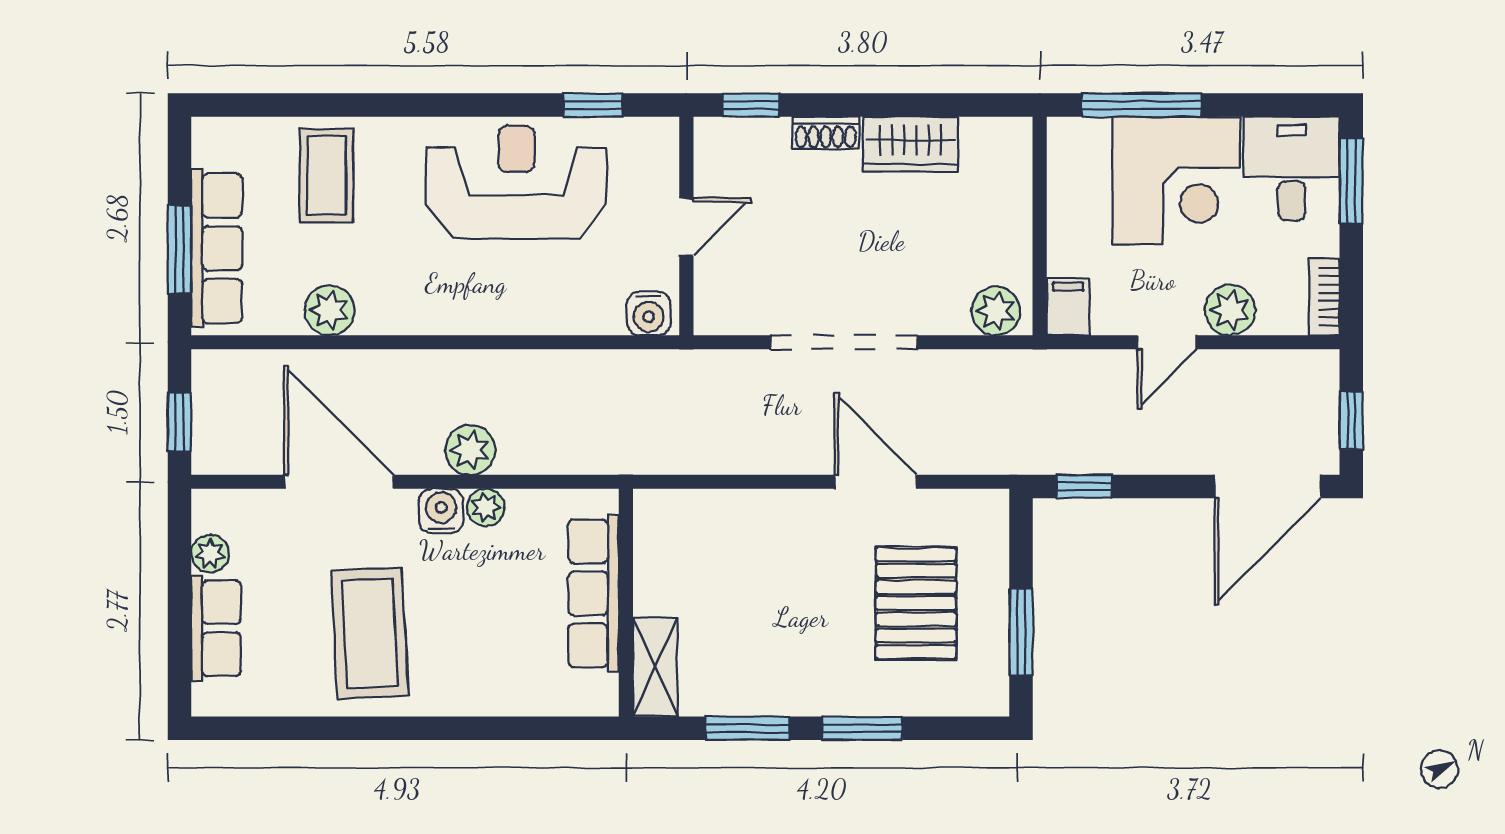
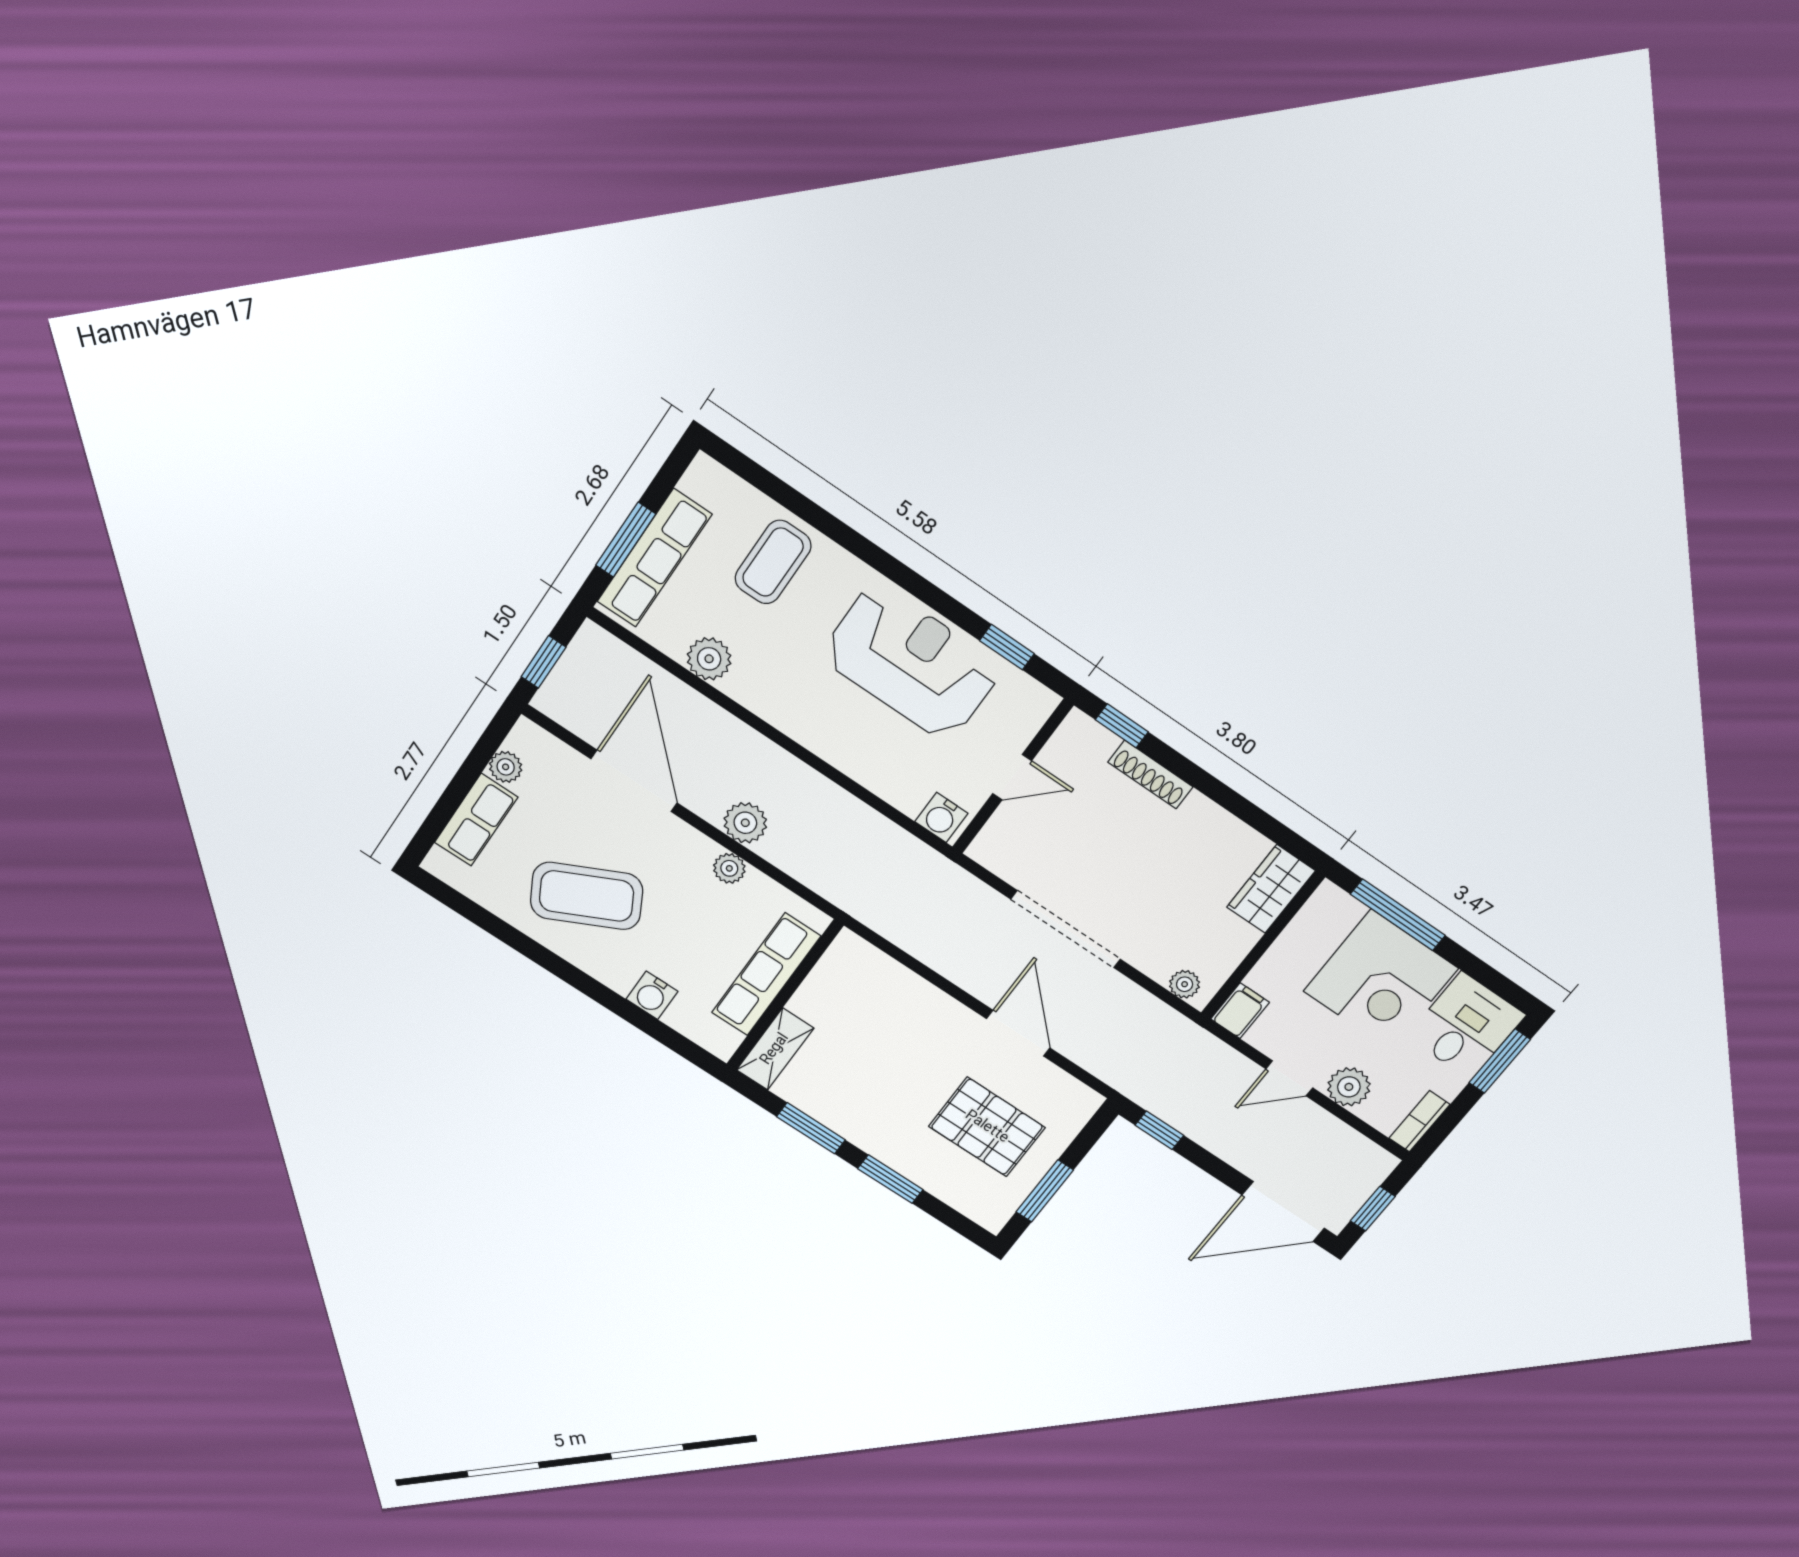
shoe rack: (826, 133) -> (1150, 775), width x1.43
wardrobe: (911, 144) -> (1271, 889), moved, turned 90
plant: (996, 311) -> (1185, 984), width x0.73, depth x0.73
water cooler: (441, 511) -> (652, 995), moved, turned 180
pallet: (916, 603) -> (987, 1127), turned 90
coffee table: (370, 633) -> (587, 896), turned 66

